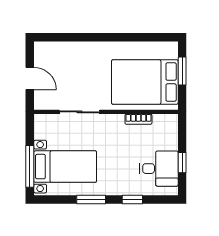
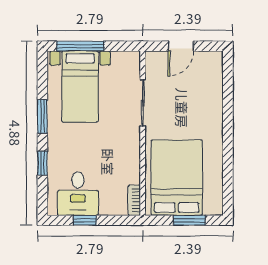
bookcase: (138, 119) -> (134, 200), moved

